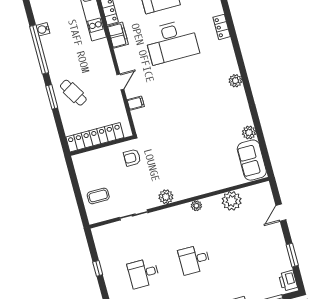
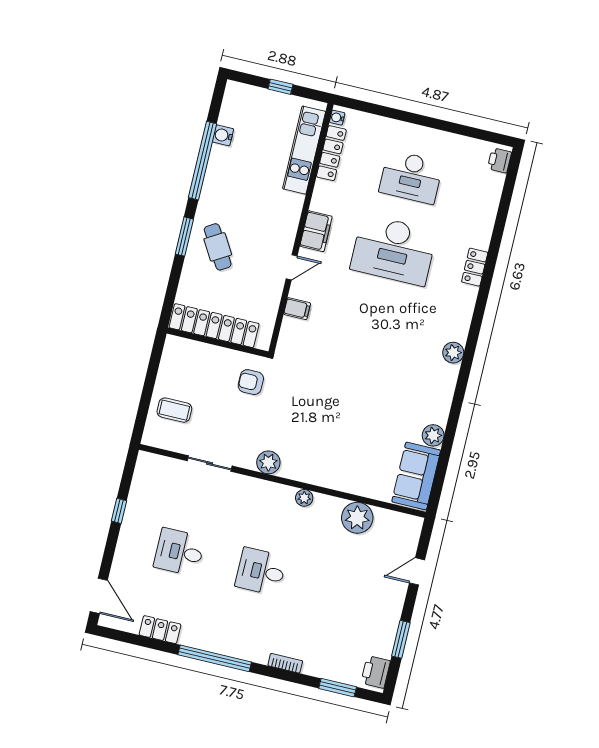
filing cabinet: (118, 35) -> (316, 231), moved

